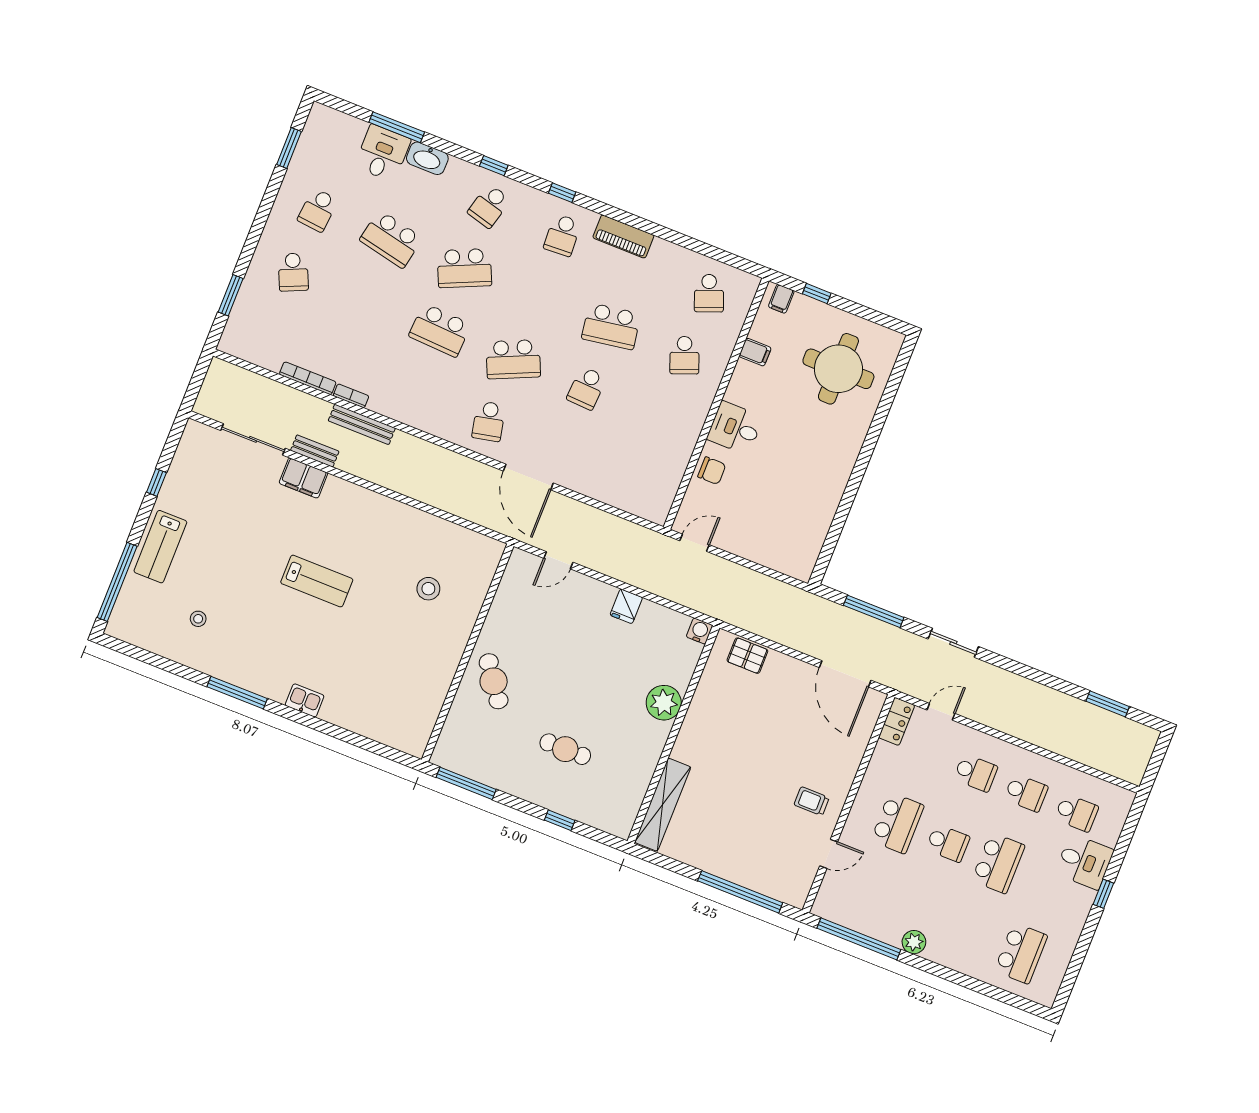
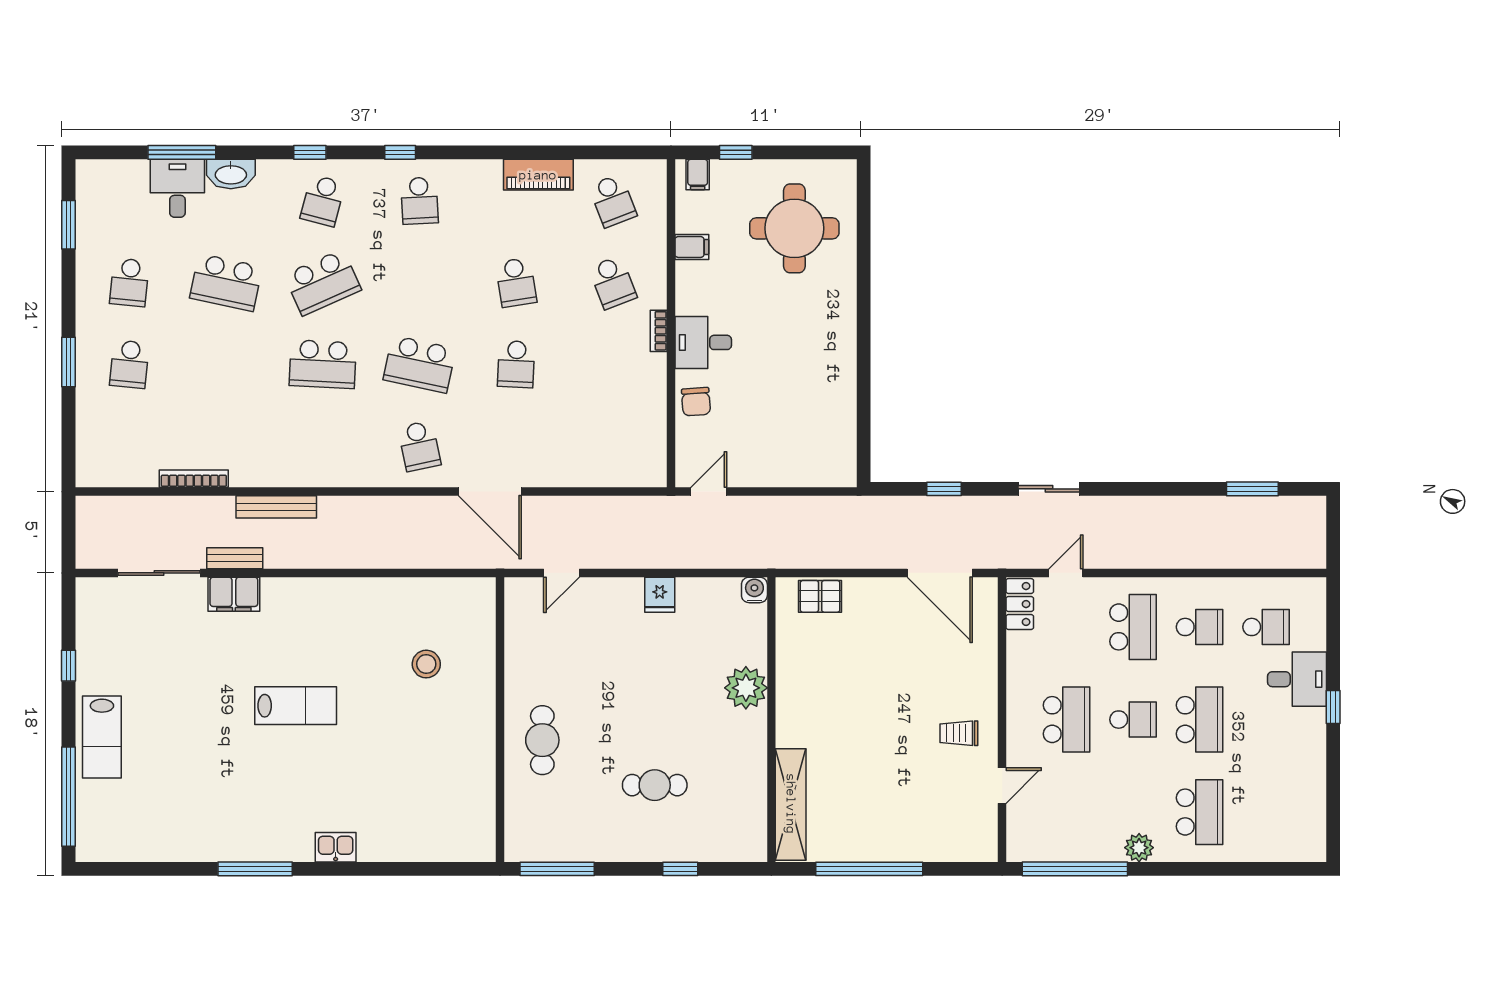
piano: (623, 237) -> (538, 175), moved
school desk: (293, 272) -> (129, 364), turned 30
window: (231, 295) -> (68, 362), moved
school desk: (611, 326) -> (516, 282), width x0.54
school desk: (513, 359) -> (419, 364), turned 36
bookcase: (351, 396) -> (659, 331), moved, turned -90
chair: (712, 471) -> (696, 402), turned 86
window: (874, 611) -> (944, 489), width x0.46
stool: (198, 619) -> (177, 802), removed
cafe table: (494, 681) -> (542, 740), turned 36
school desk: (976, 773) -> (1133, 627), width x1.85
window: (740, 892) -> (869, 869), moved
school desk: (1021, 953) -> (1199, 812), moved

